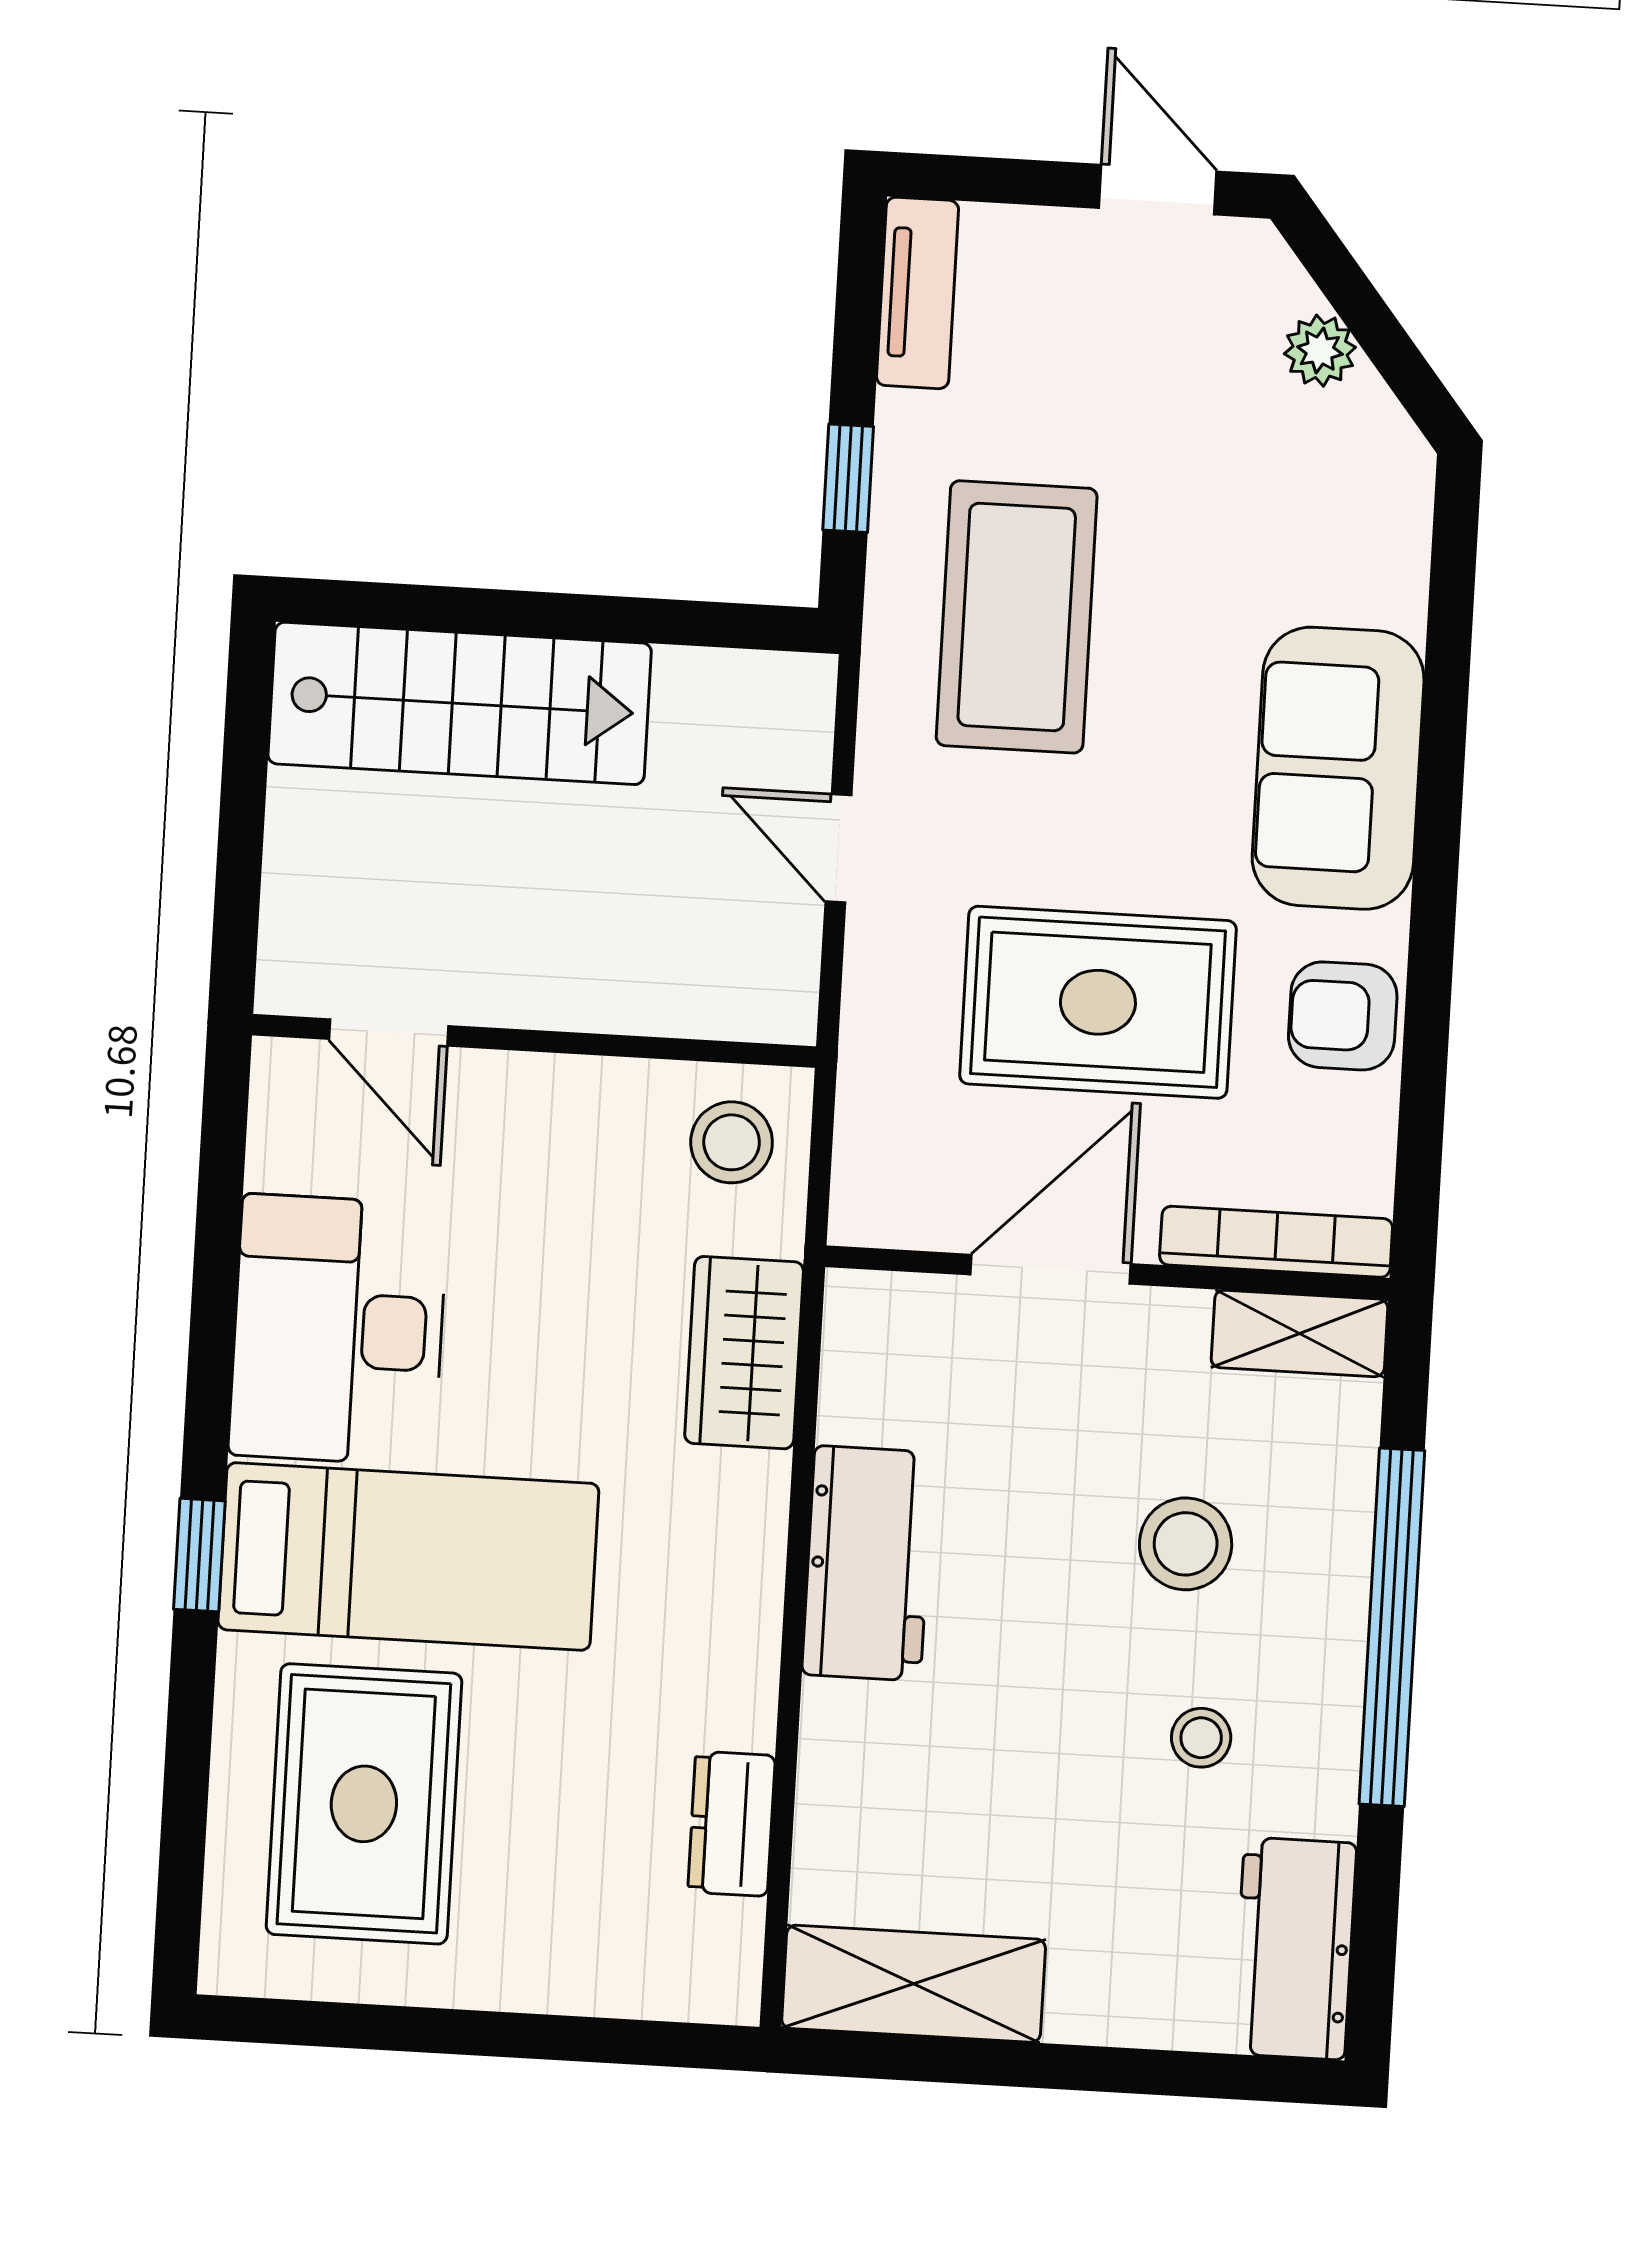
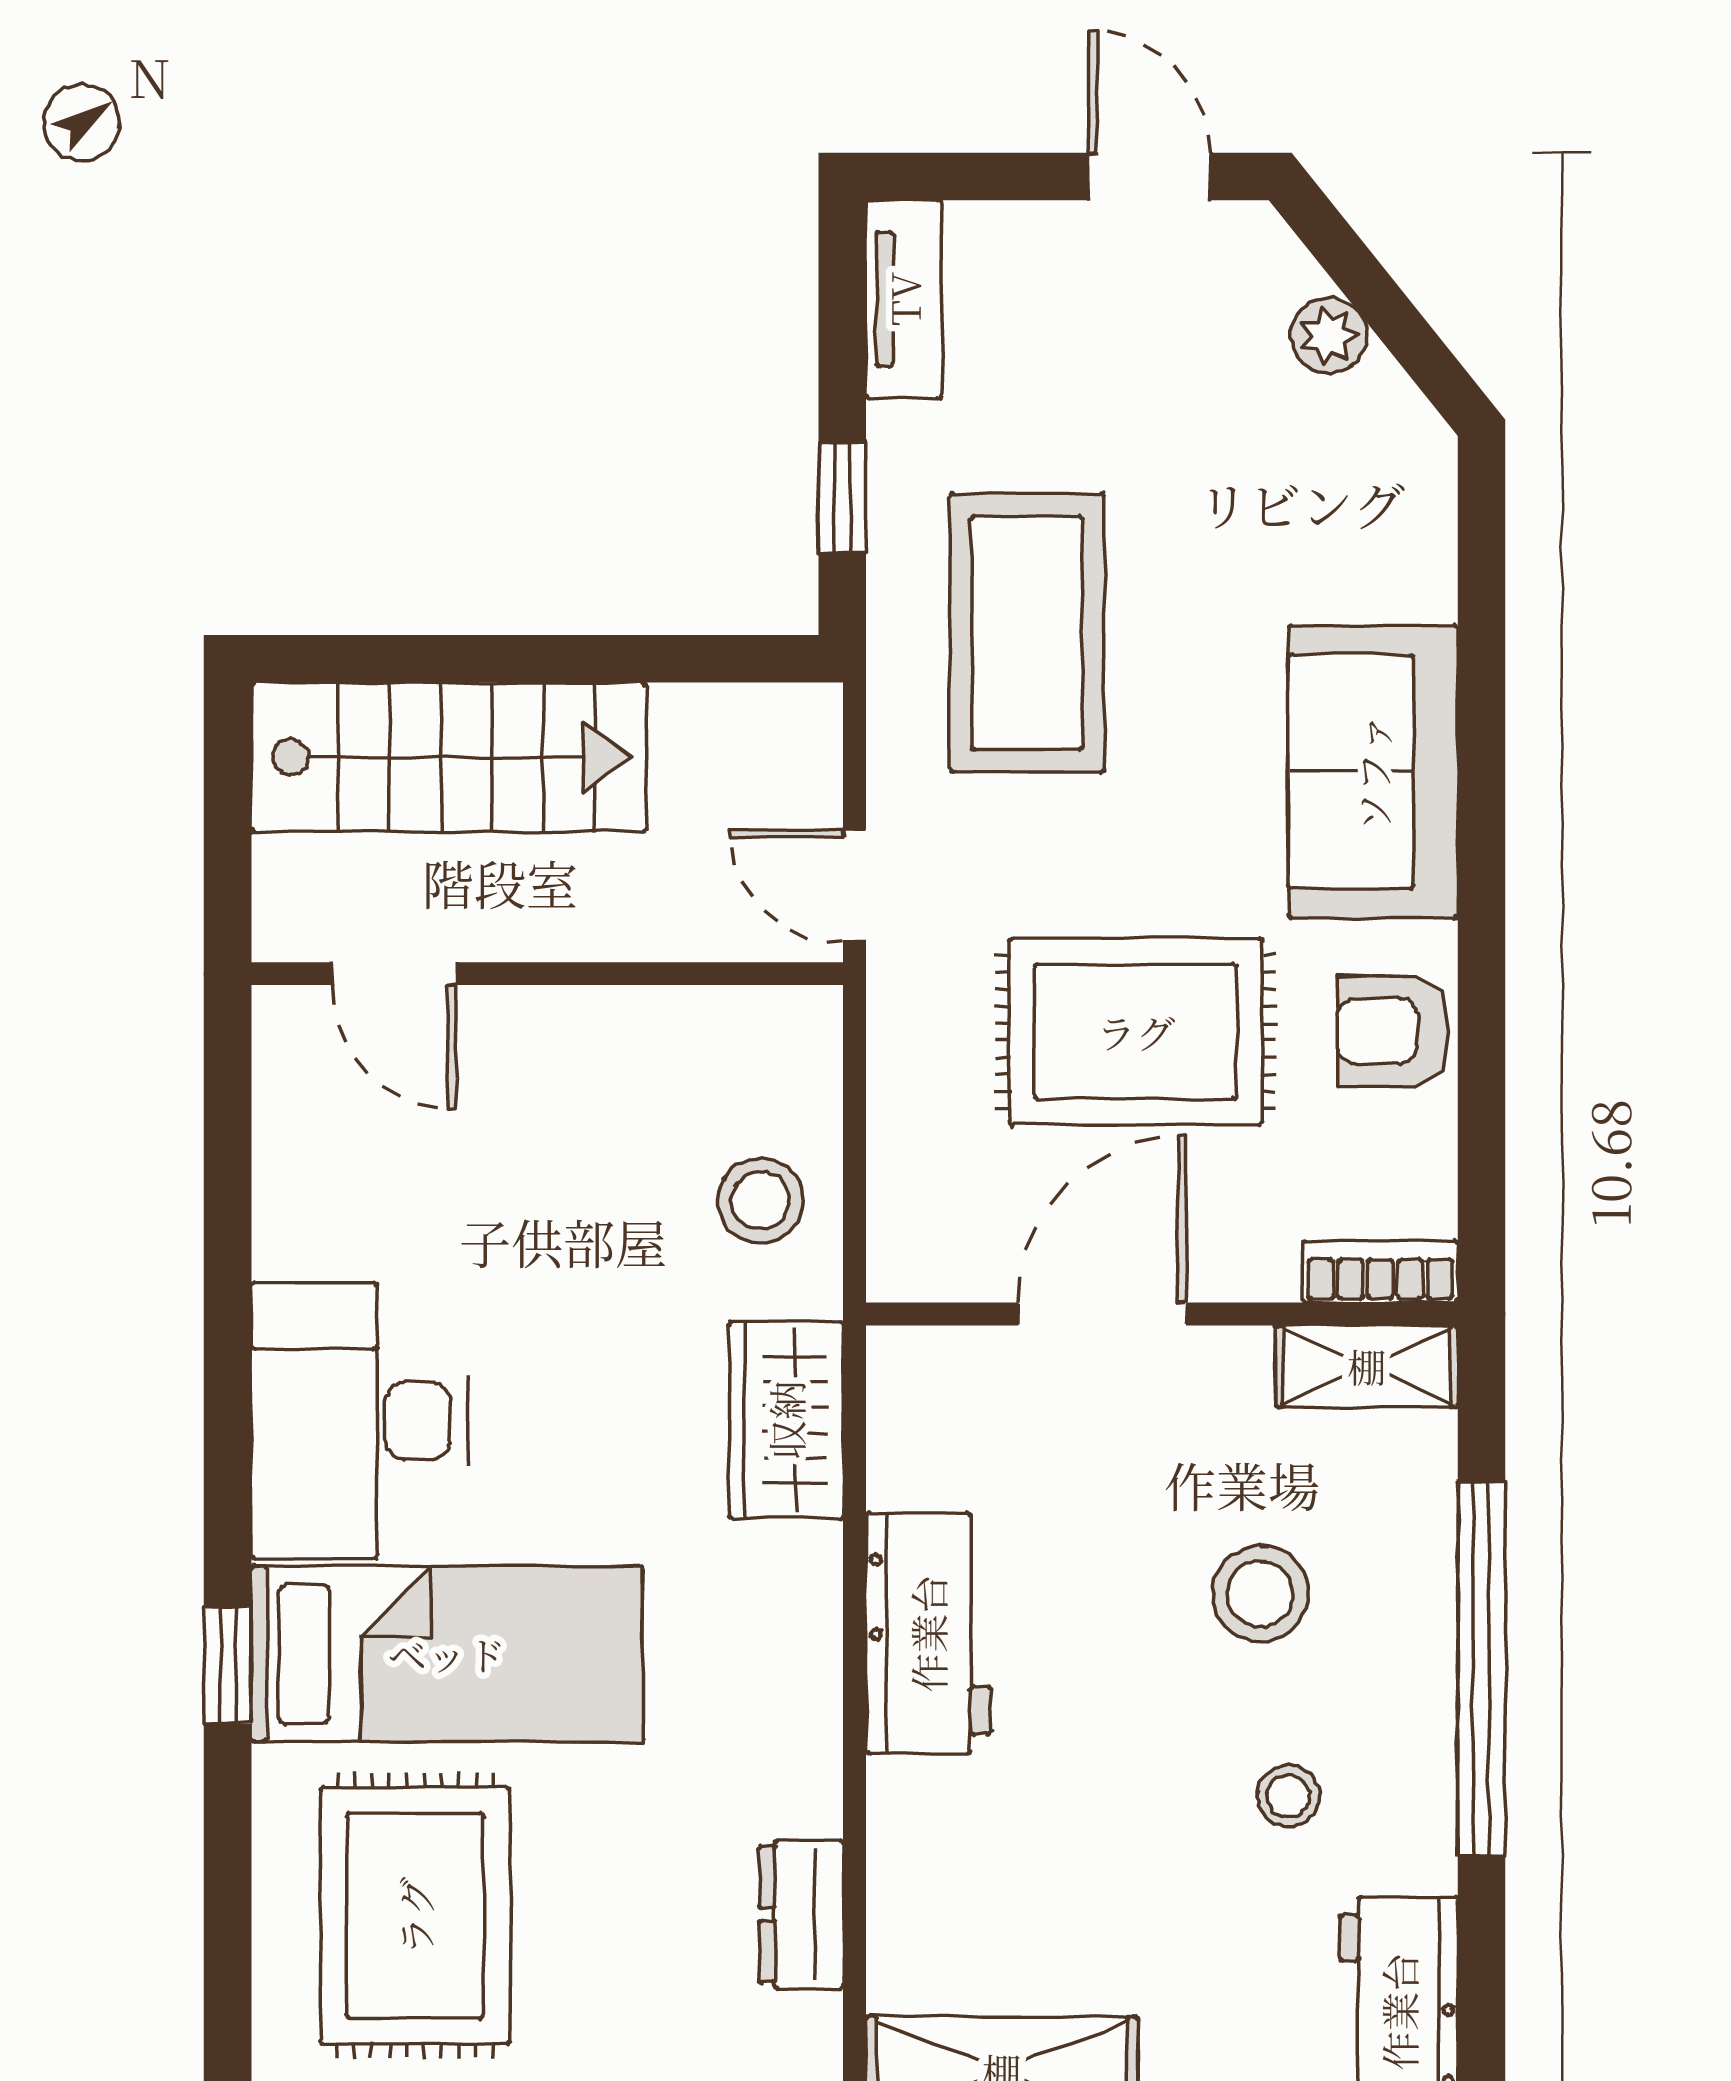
door: (389, 1032) -> (394, 974), moved
wall: (534, 1041) -> (547, 974), moved
bookcase: (1276, 1242) -> (1380, 1272), width x0.64

